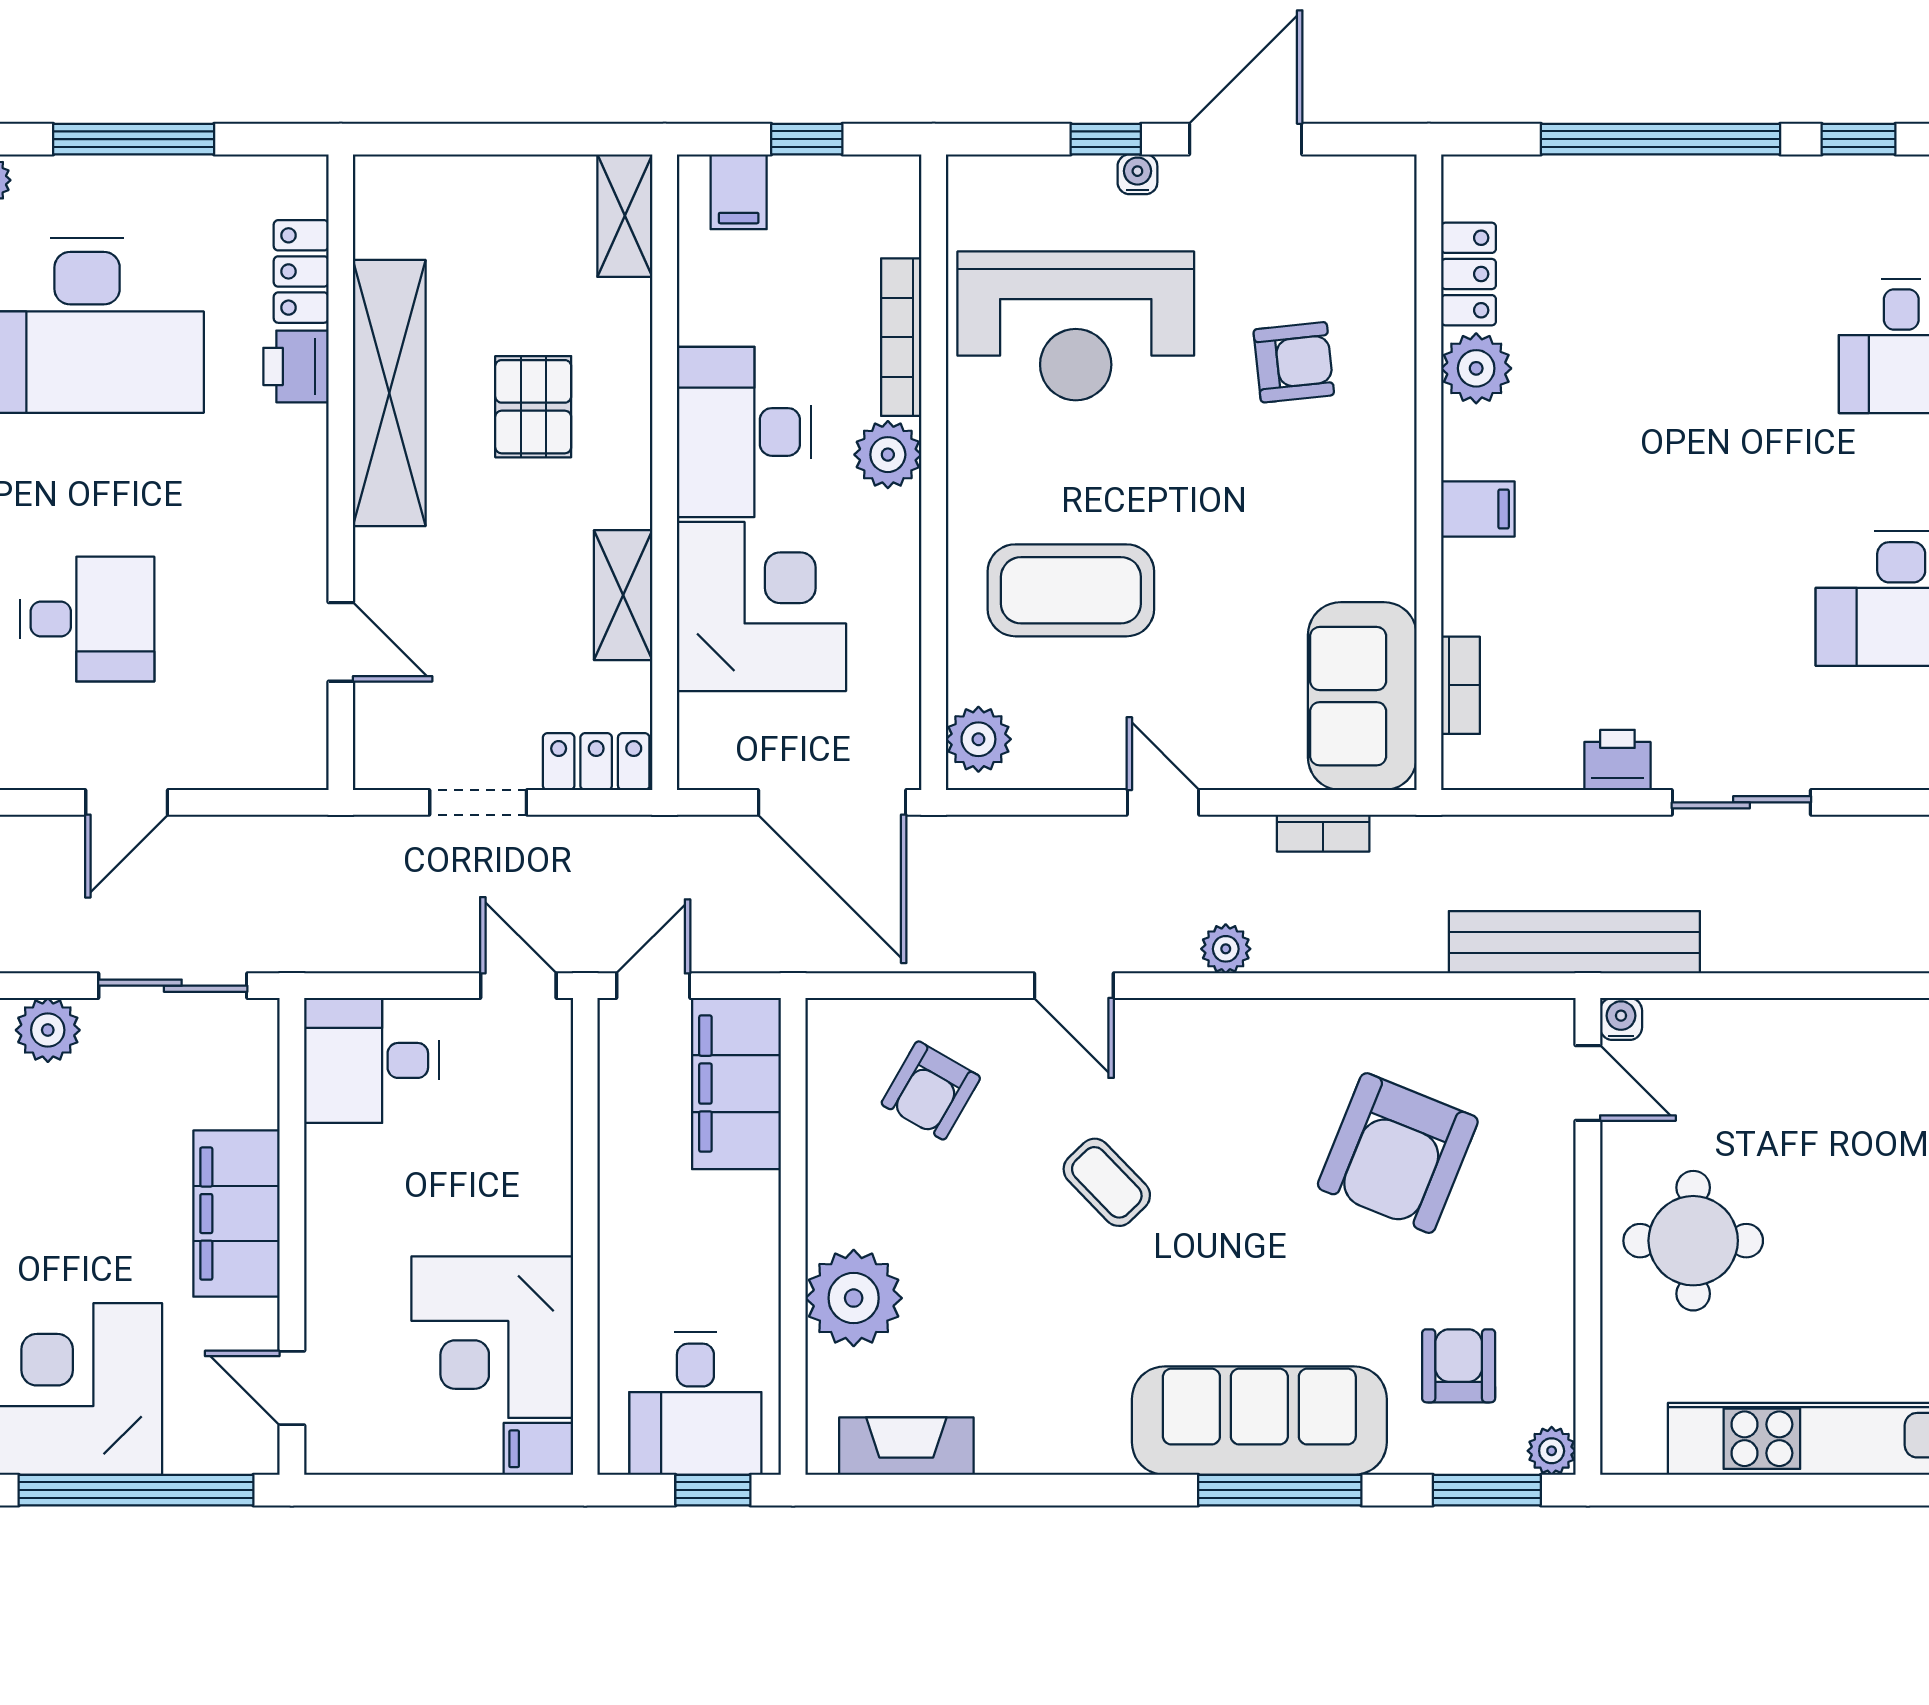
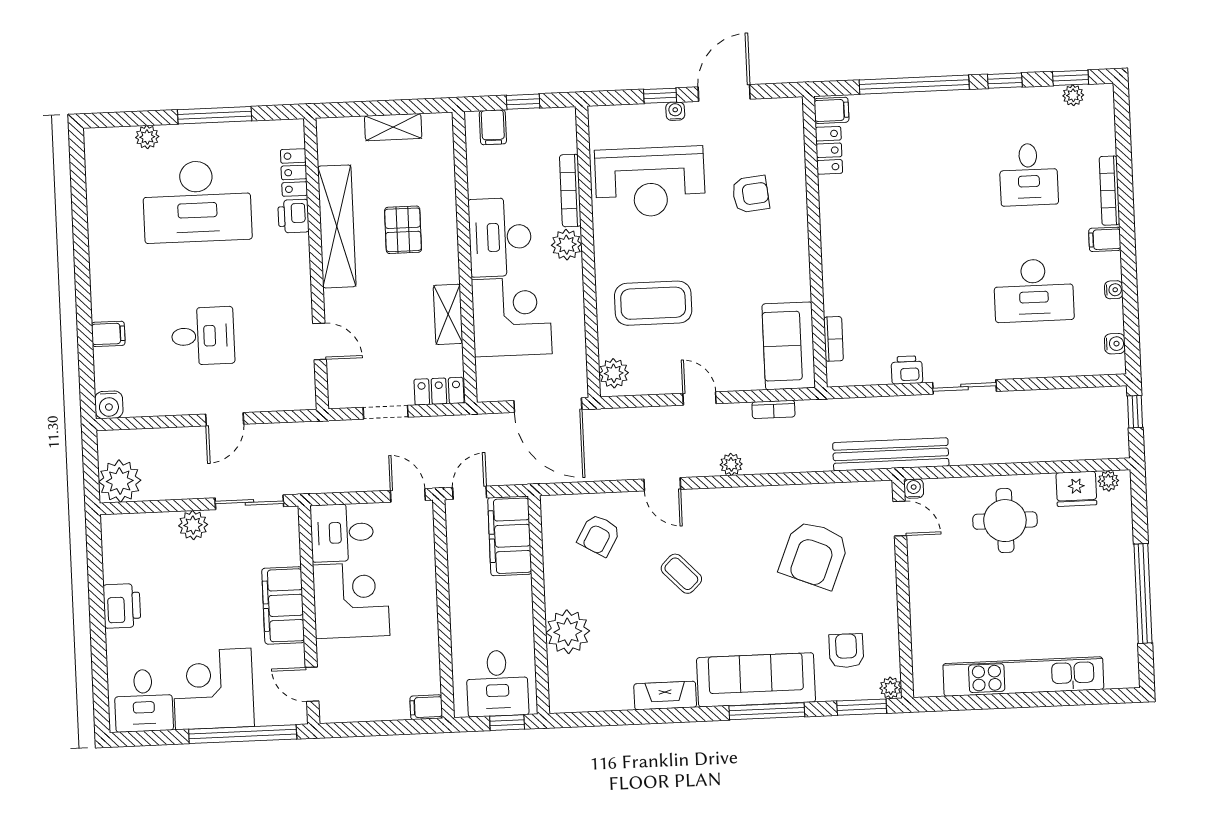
shelving: (625, 216) -> (393, 127), moved, turned 90
plant: (1476, 368) -> (834, 193), removed
filing cabinet: (1478, 509) -> (831, 110), moved
round table: (1693, 1241) -> (1005, 521), moved
corner desk: (492, 1337) -> (351, 600), moved, turned 180
fireplace: (906, 1446) -> (665, 695), moved

